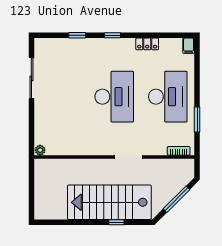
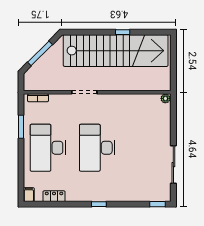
window: (77, 35) -> (157, 204), moved
locker: (147, 44) -> (54, 196), moved
stairs: (109, 202) -> (116, 51), width x1.36
window: (116, 222) -> (123, 32), moved

